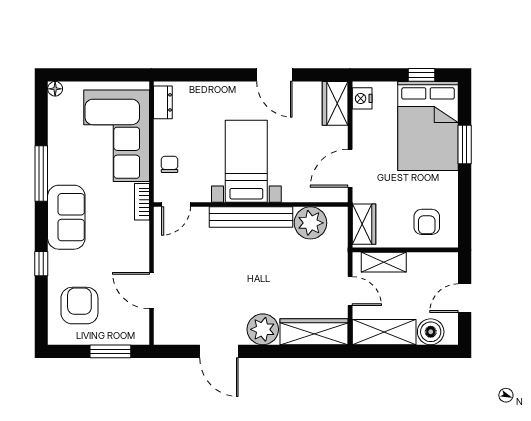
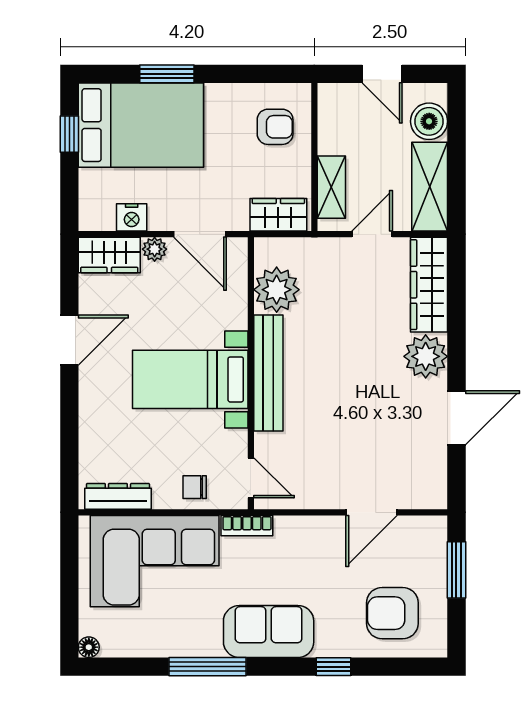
nightstand: (362, 98) -> (132, 217), moved
dresser: (163, 102) -> (118, 496), width x1.44
plant: (339, 136) -> (155, 249), added

